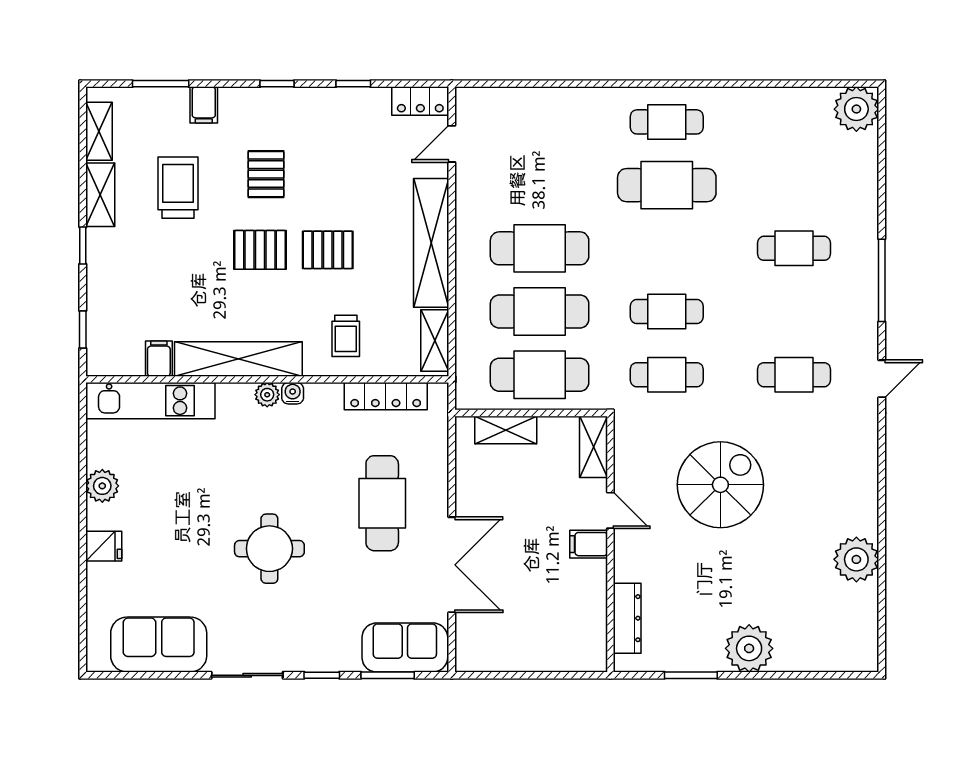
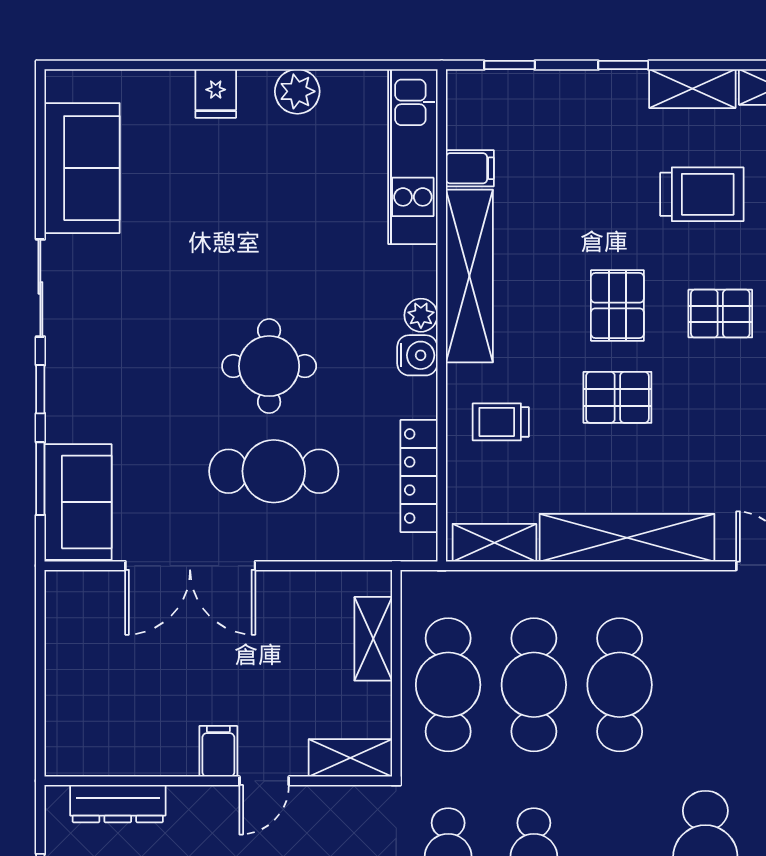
pallet: (328, 250) -> (617, 397), turned 90
water cooler: (293, 393) -> (417, 355), width x1.38, depth x1.38
round table: (269, 549) -> (269, 366), moved

